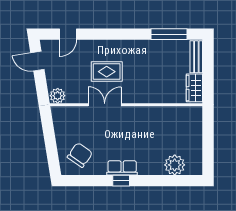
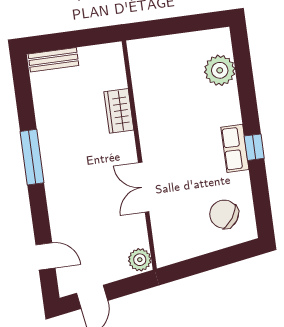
window: (169, 34) -> (32, 157), moved
rug: (107, 72) -> (94, 191), removed
wardrobe: (194, 88) -> (119, 111), moved, turned 90

